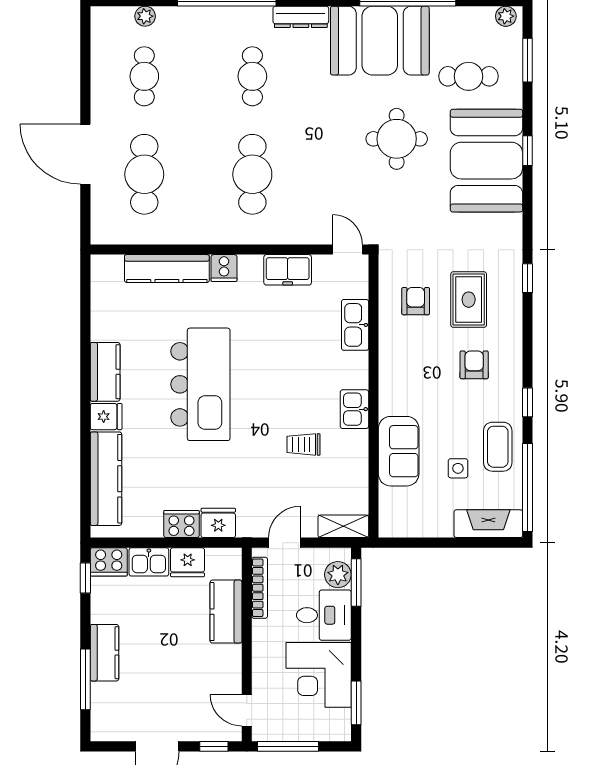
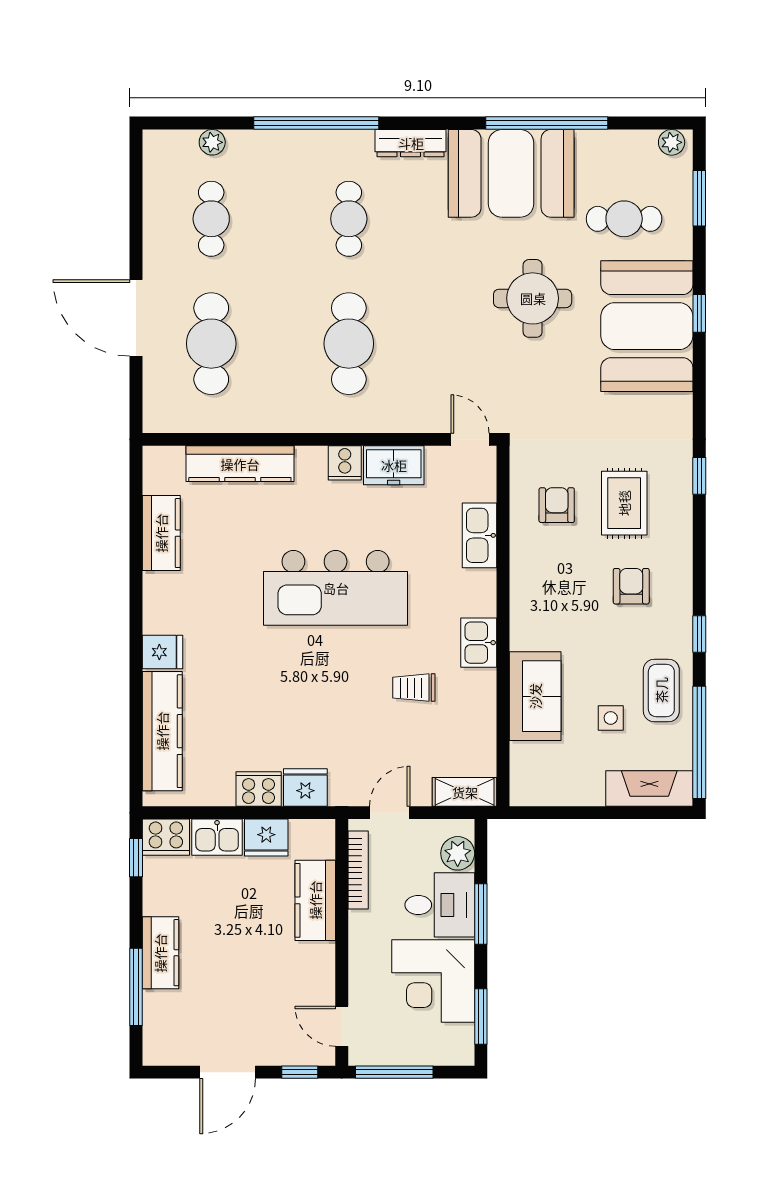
cooker: (224, 268) -> (345, 463), moved
kitchen counter: (105, 372) -> (161, 533), moved
kitchen island: (200, 384) -> (336, 588), moved, turned 90
window: (356, 582) -> (481, 914), moved

